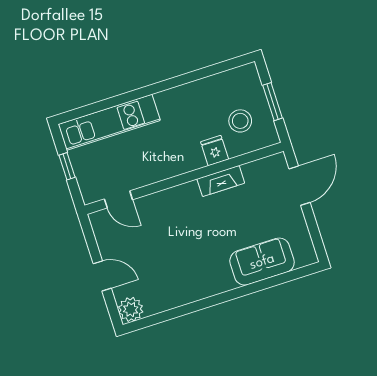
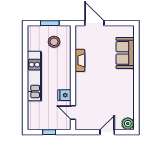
kitchen unit: (109, 122) -> (34, 76), moved
fridge: (215, 150) -> (64, 95), moved
door: (118, 199) -> (73, 112), swing flipped

